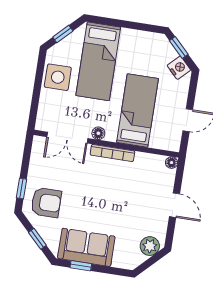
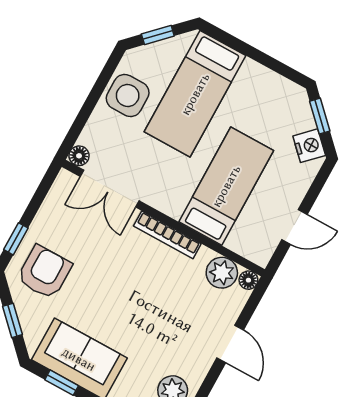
floor lamp: (98, 133) -> (79, 156), moved
plant: (154, 164) -> (222, 273), added
armchair: (46, 202) -> (44, 272), turned -90

